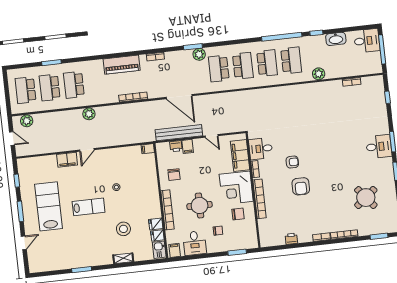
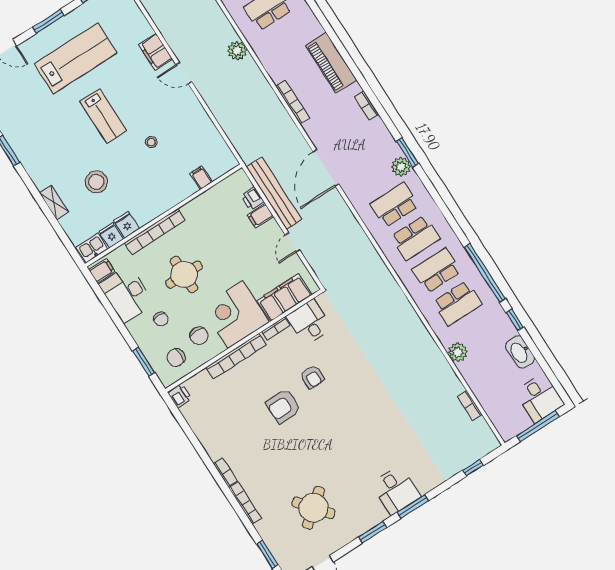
school desk: (267, 63) -> (436, 270), turned 180
filing cabinet: (148, 149) -> (201, 178), moved
chair: (174, 175) -> (176, 357), moved
printer: (291, 239) -> (180, 396), moved
desk: (195, 243) -> (127, 294), width x1.37

